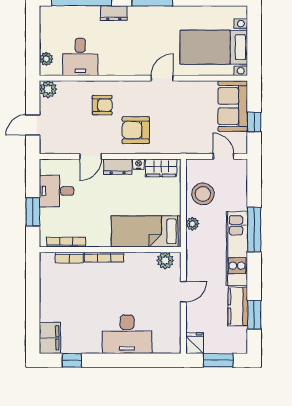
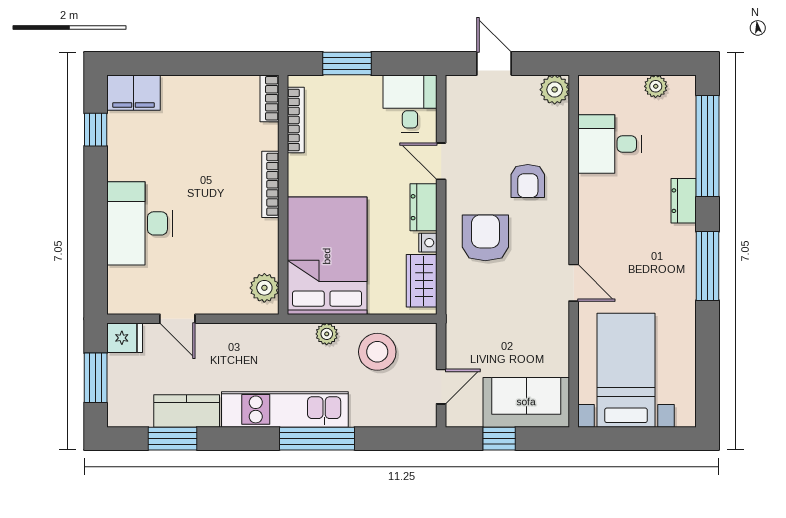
plant: (46, 59) -> (656, 86), moved
desk: (57, 191) -> (410, 104), moved
bed: (146, 231) -> (327, 256), width x1.50
bookcase: (69, 258) -> (269, 98), moved
door: (183, 292) -> (177, 319), moved

